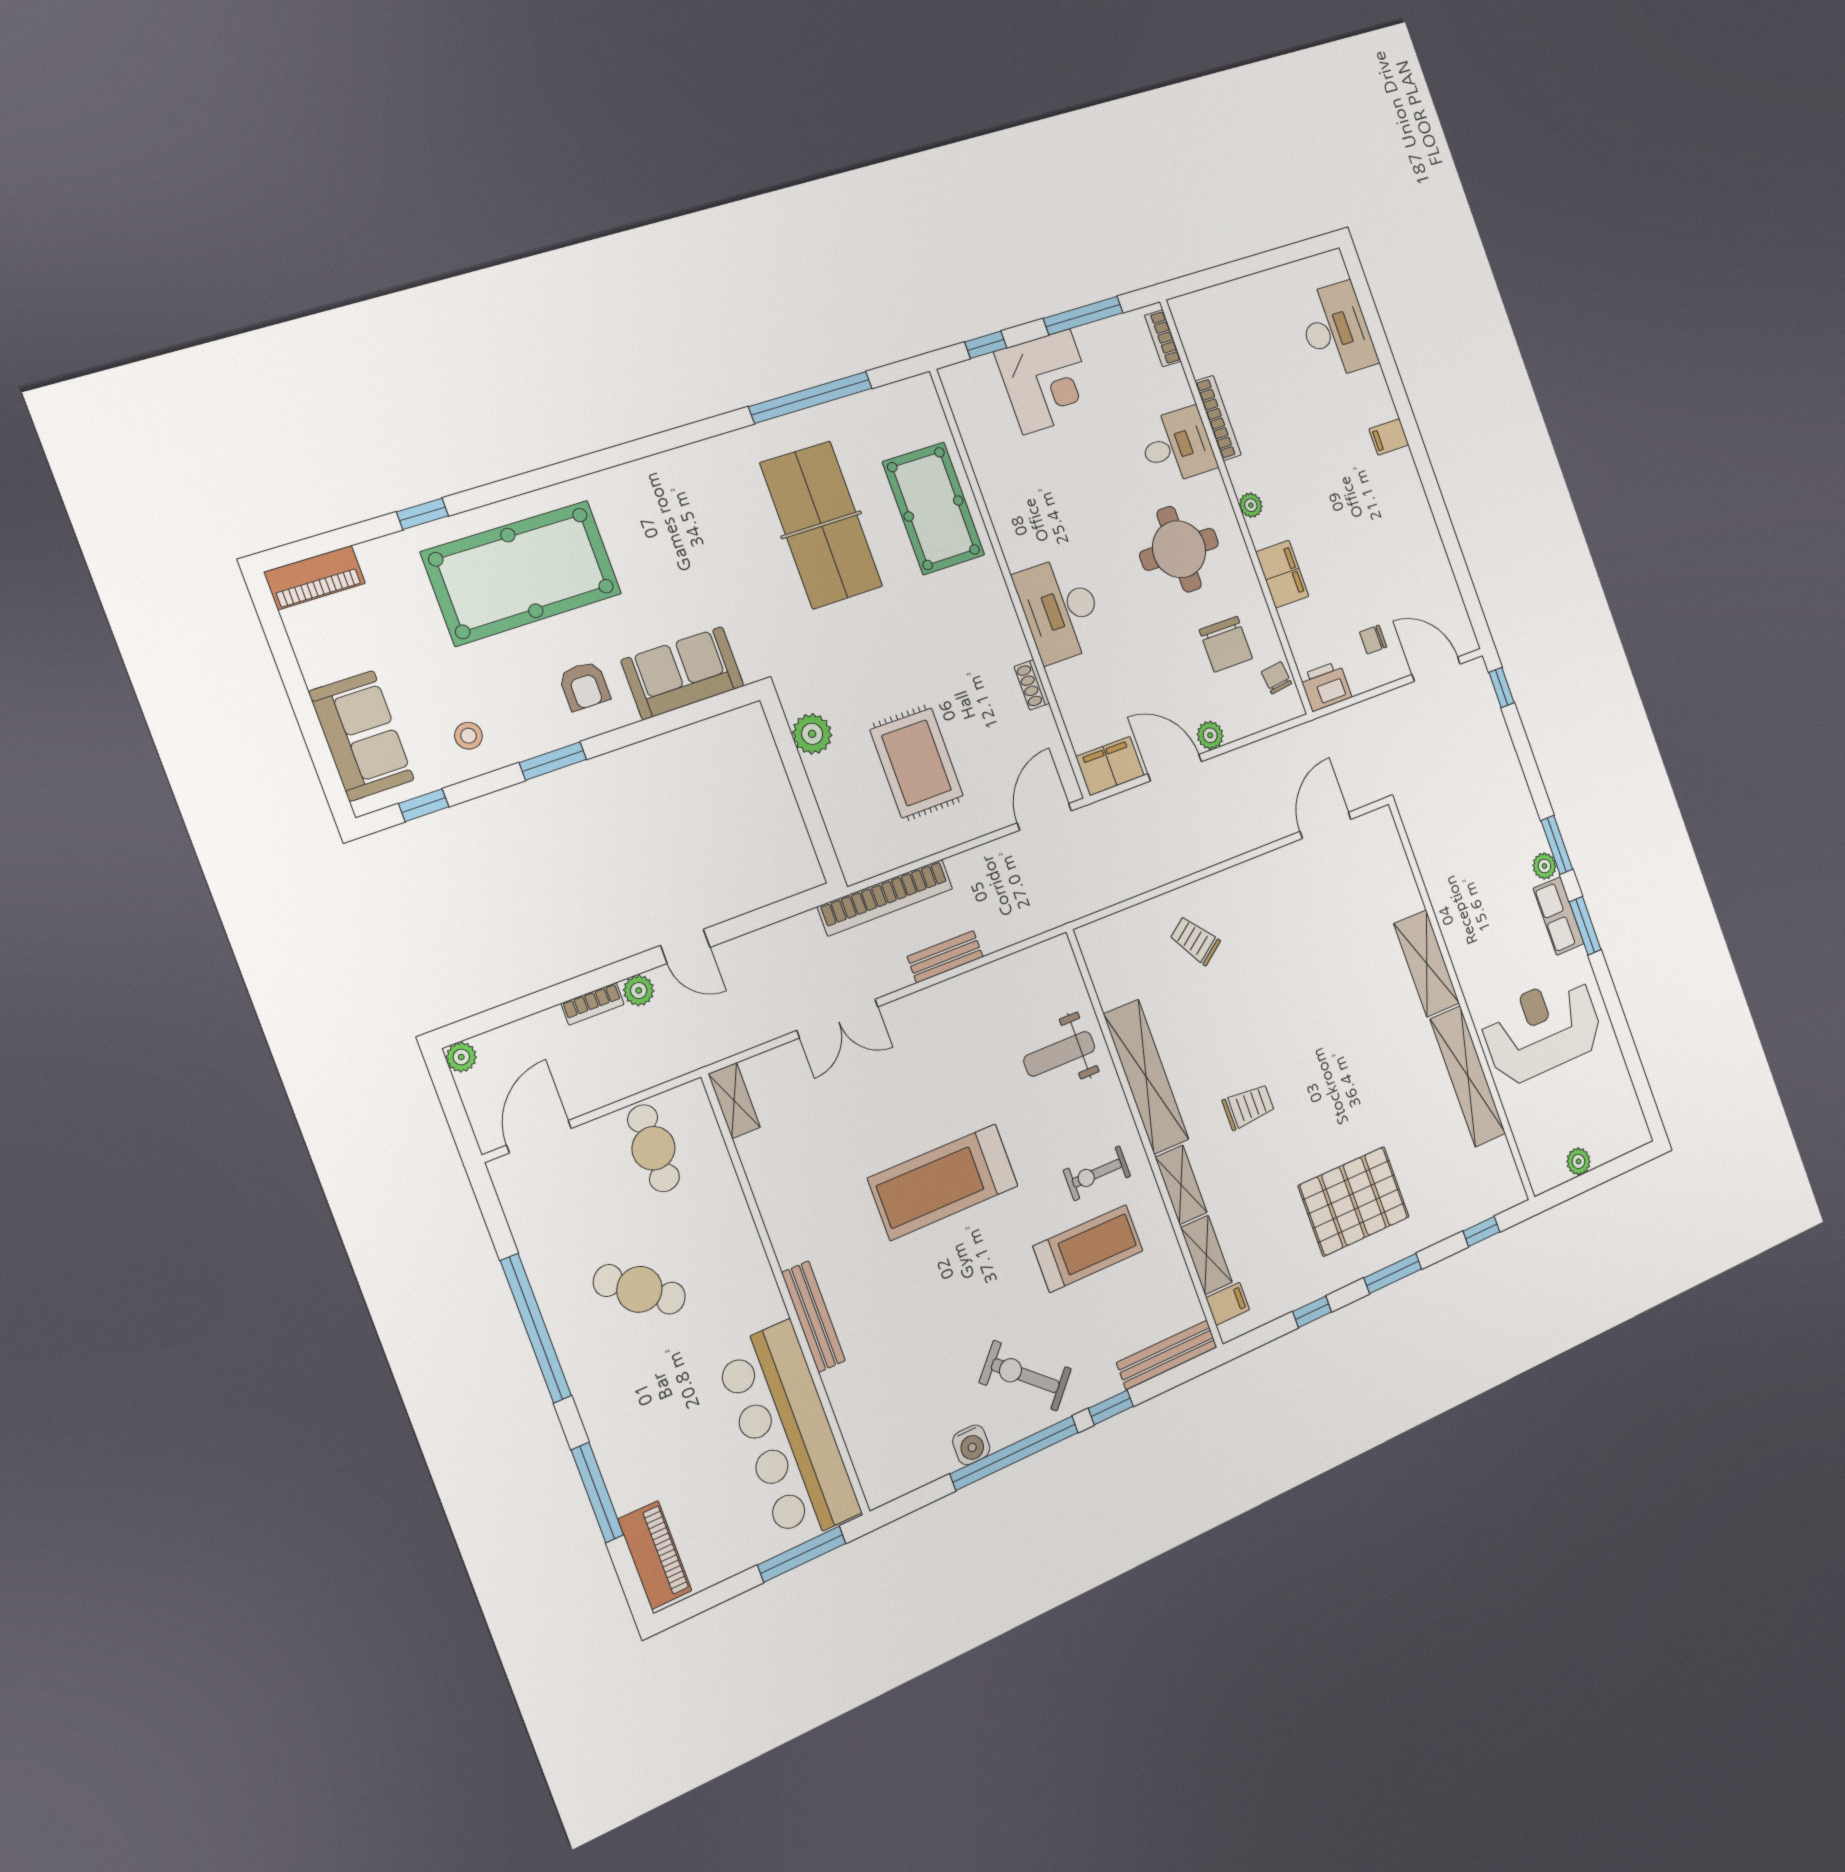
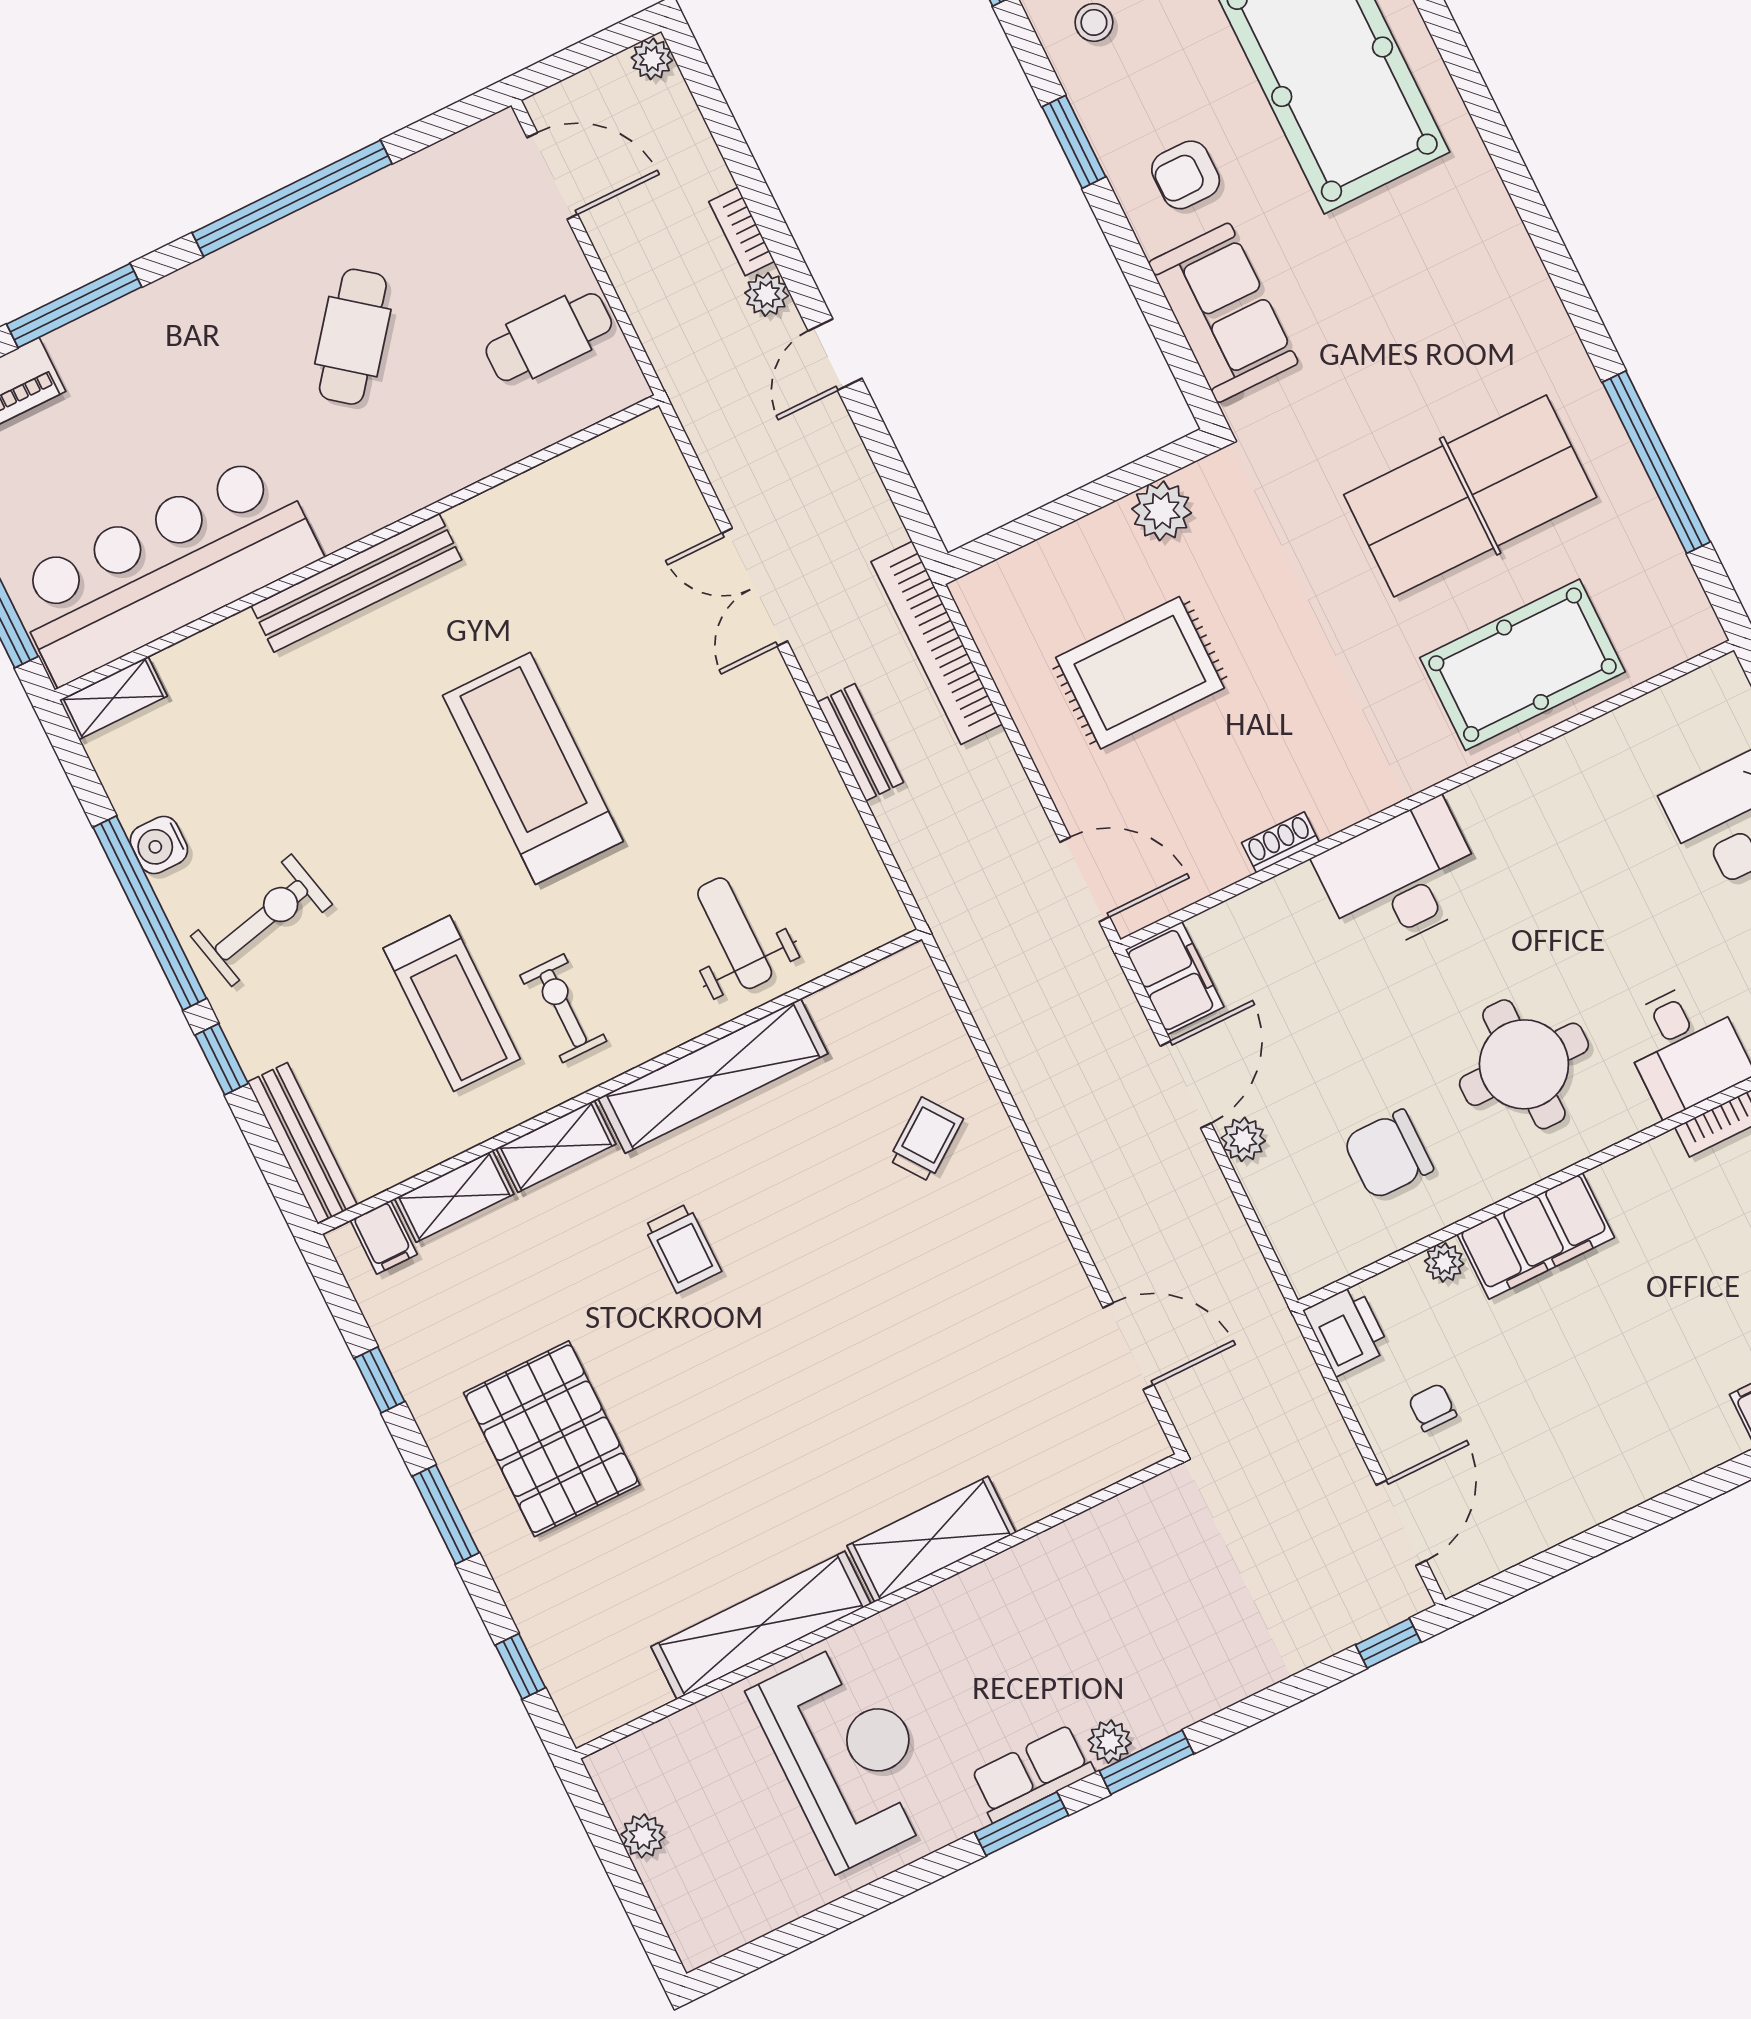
plant: (1251, 505) -> (1444, 1262), moved
filing cabinet: (1282, 574) -> (1536, 1236), width x1.50, depth x1.17
chair: (1276, 678) -> (1348, 1244), removed
shelving: (734, 1101) -> (113, 698), moved
bench: (813, 1317) -> (356, 583), width x1.37, depth x1.21
exercise bike: (1025, 1376) -> (261, 920), turned 35

